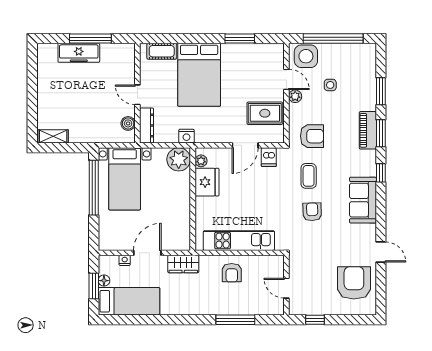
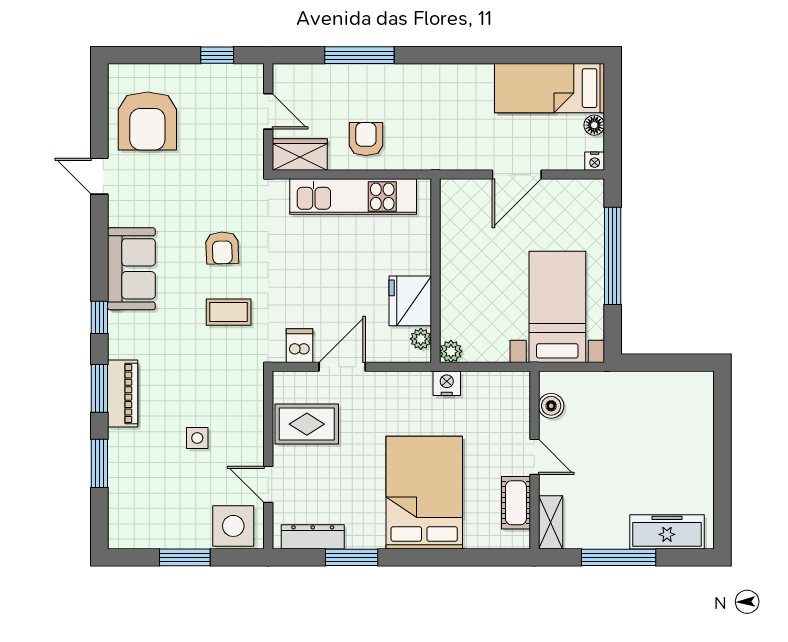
window: (333, 39) -> (185, 557), width x0.47
cot: (162, 51) -> (516, 503), moved, turned 90
freezer: (79, 53) -> (667, 532), moved
side table: (330, 85) -> (197, 438), moved
plant: (295, 96) -> (253, 454), removed
dresser: (147, 125) -> (313, 537), moved, turned 90
shelving: (53, 136) -> (551, 522), moved, turned 90
armchair: (312, 136) -> (223, 383), removed
plant: (179, 159) -> (451, 351), width x0.53, depth x0.53
coffee table: (309, 176) -> (229, 312), turned 90
window: (94, 188) -> (613, 256), moved
nightstand: (125, 260) -> (595, 161), moved
wardrobe: (183, 264) -> (300, 154), moved
window: (94, 286) -> (613, 115), removed

